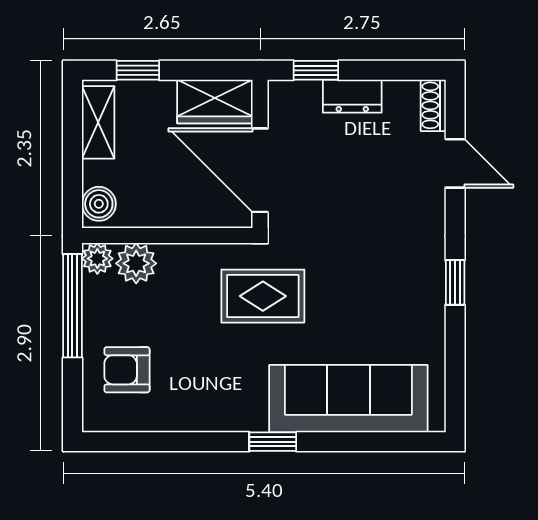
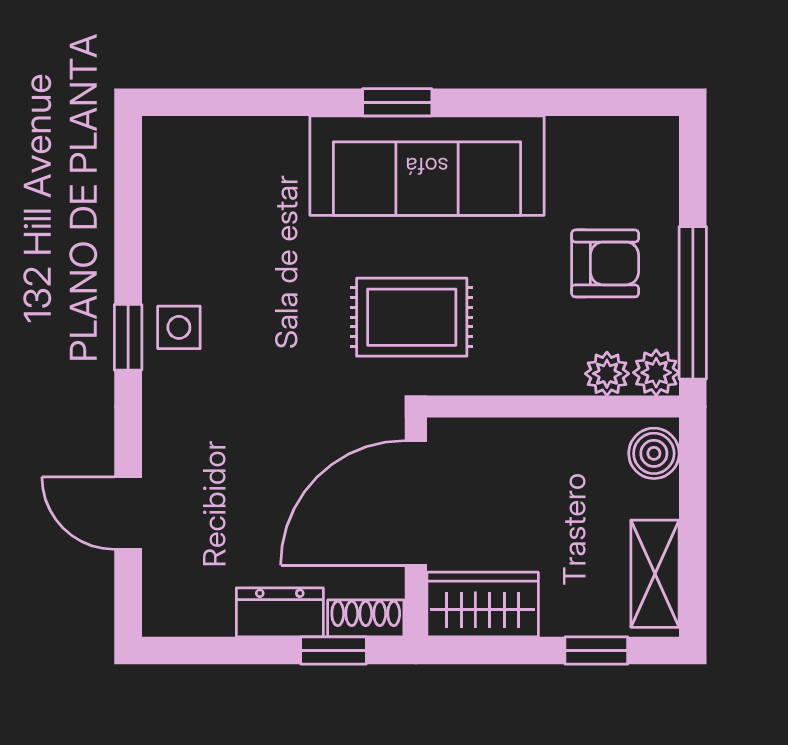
shoe rack: (433, 105) -> (366, 618), moved, turned -90
door: (260, 170) -> (416, 503), swing flipped
plant: (136, 263) -> (607, 374), width x0.73, depth x0.73
side table: (421, 289) -> (179, 327), added
armchair: (127, 370) -> (605, 263), moved
sofa: (348, 399) -> (427, 166), moved

